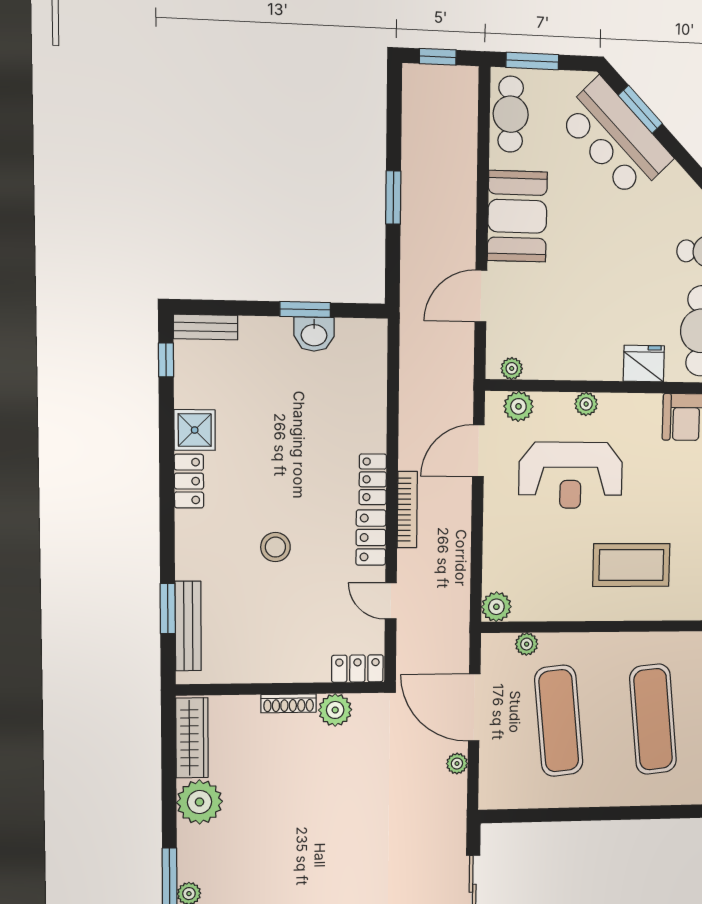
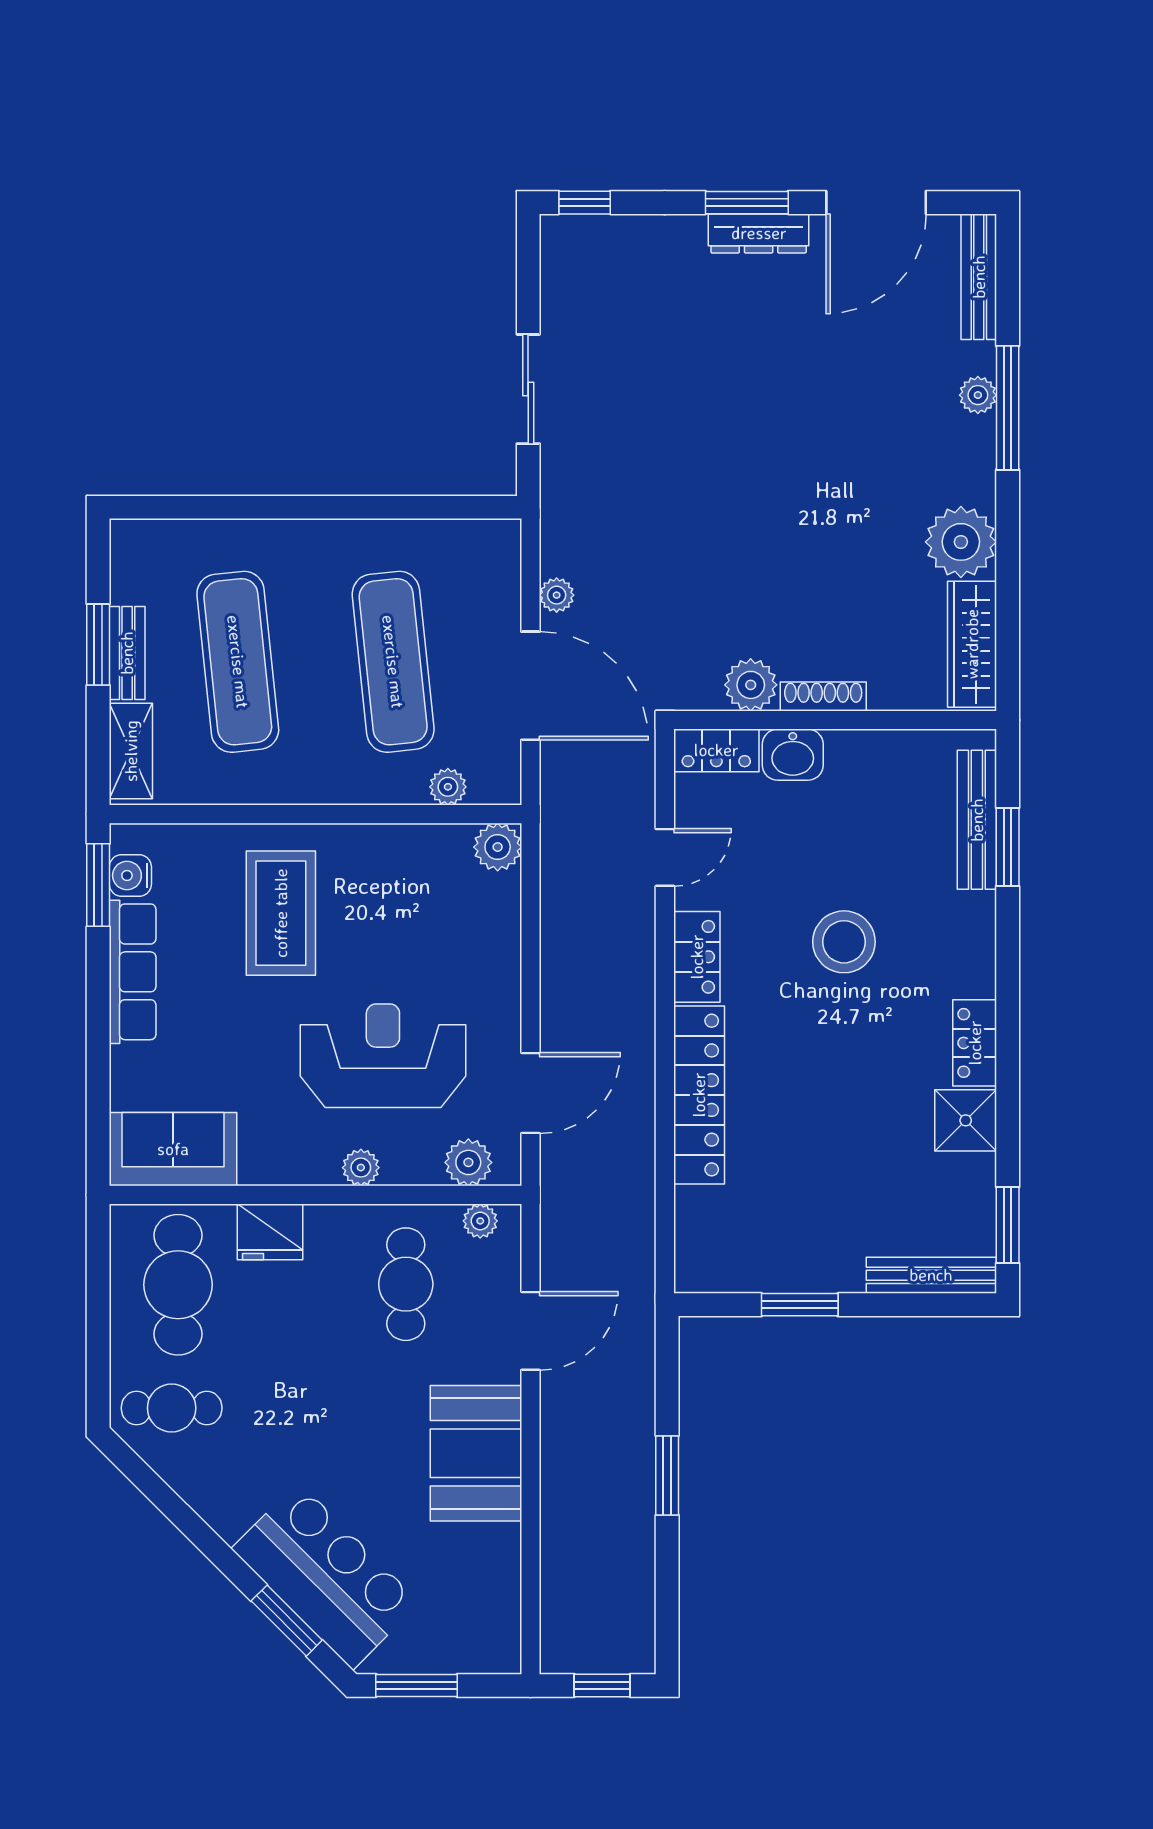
window: (532, 61) -> (417, 1685), moved
cafe table: (511, 114) -> (406, 1284), moved
bench: (206, 327) -> (931, 1275), width x1.36
washbasin: (314, 334) -> (793, 755), moved, turned 180
window: (166, 360) -> (1008, 1225), width x1.50
locker: (373, 479) -> (699, 1095), width x2.16, depth x1.21
bookcase: (407, 510) -> (641, 1001), removed
stool: (275, 547) -> (844, 942), width x1.38, depth x1.38
coffee table: (631, 565) -> (281, 913), turned 90
door: (391, 601) -> (665, 857), hinge flipped

